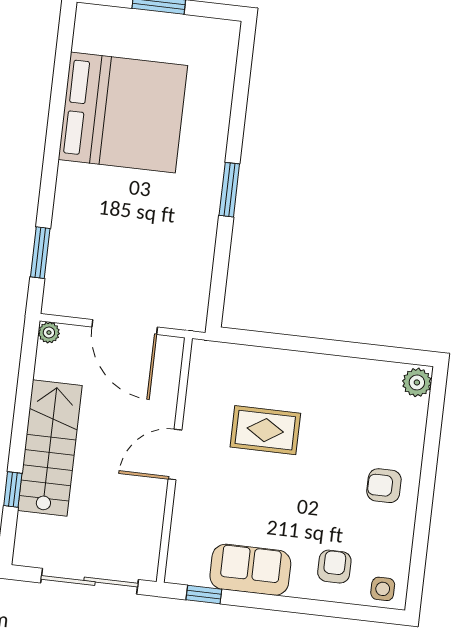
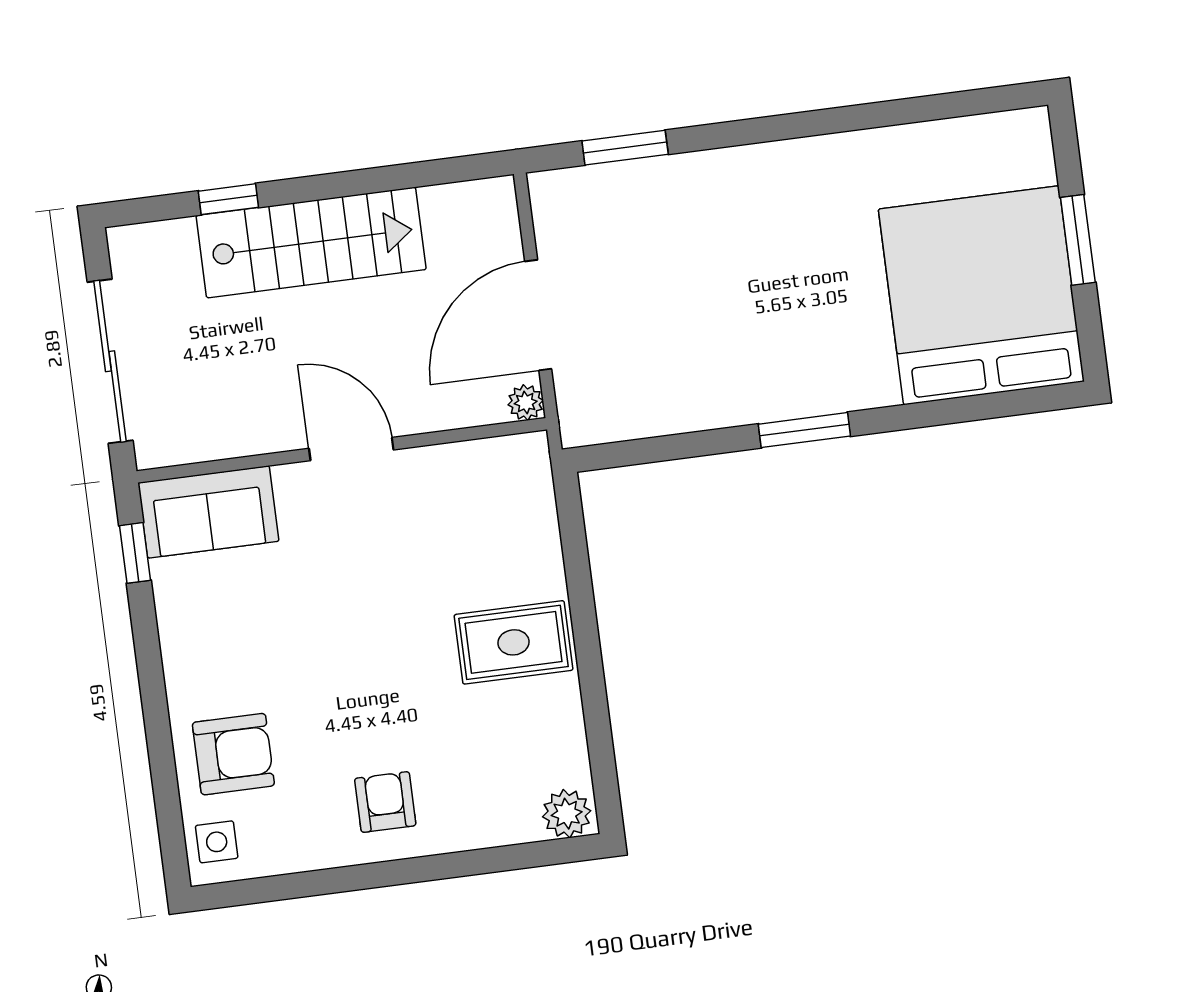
bed: (123, 113) -> (981, 295), moved, turned 180
plant: (49, 333) -> (526, 402), moved
rug: (265, 430) -> (514, 642), moved, turned 90
armchair: (334, 567) -> (233, 754), width x1.38, depth x1.38
sofa: (250, 570) -> (208, 512), moved, turned 90

